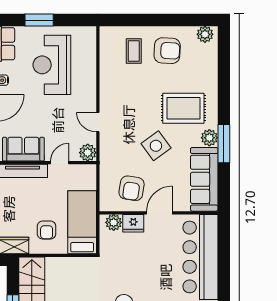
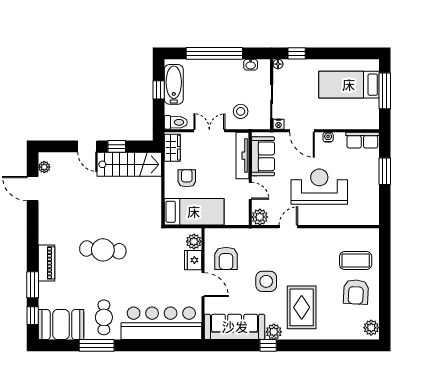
coffee table: (134, 51) -> (356, 260), width x1.36, depth x1.30
reception desk: (52, 65) -> (319, 187), moved
window: (224, 144) -> (268, 345), width x0.46
side table: (156, 146) -> (266, 281), turned 36
armchair: (132, 188) -> (226, 258), turned -99
armchair: (47, 230) -> (187, 178), turned 90

